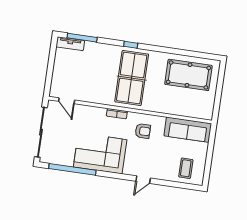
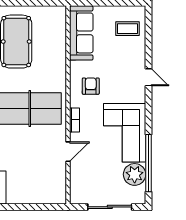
door: (67, 101) -> (68, 152), moved
sliding door: (41, 132) -> (110, 207), width x0.73
plant: (65, 156) -> (135, 174), added

